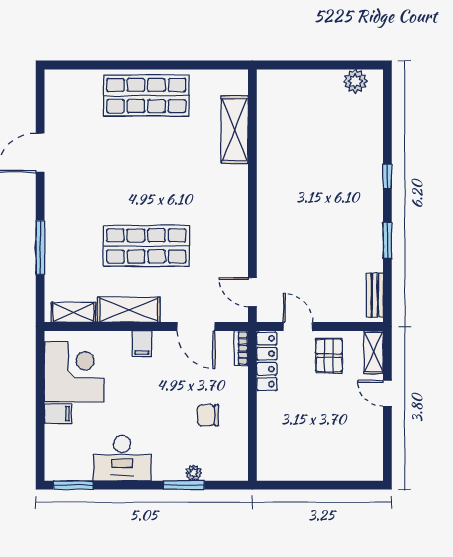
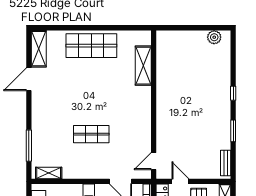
shop shelf: (146, 246) -> (91, 134), width x0.70, depth x0.74
window: (40, 248) -> (29, 146), moved
door: (252, 292) -> (154, 161), hinge flipped
shelving: (129, 310) -> (39, 49), moved, turned 90

